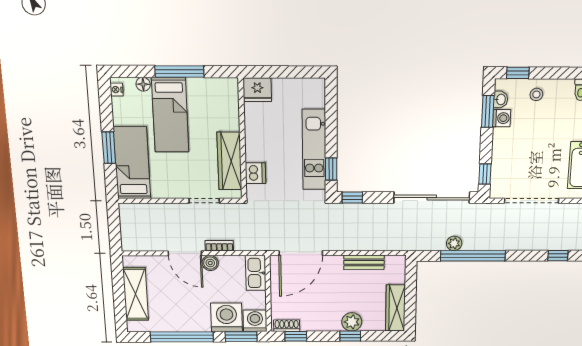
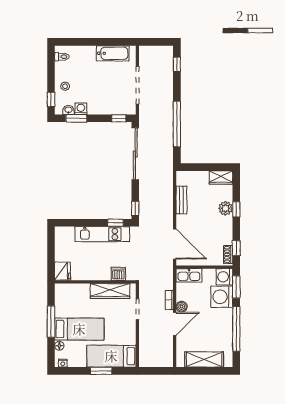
plant: (454, 243) -> (168, 137), removed
wardrobe: (395, 308) -> (221, 177), width x0.67

